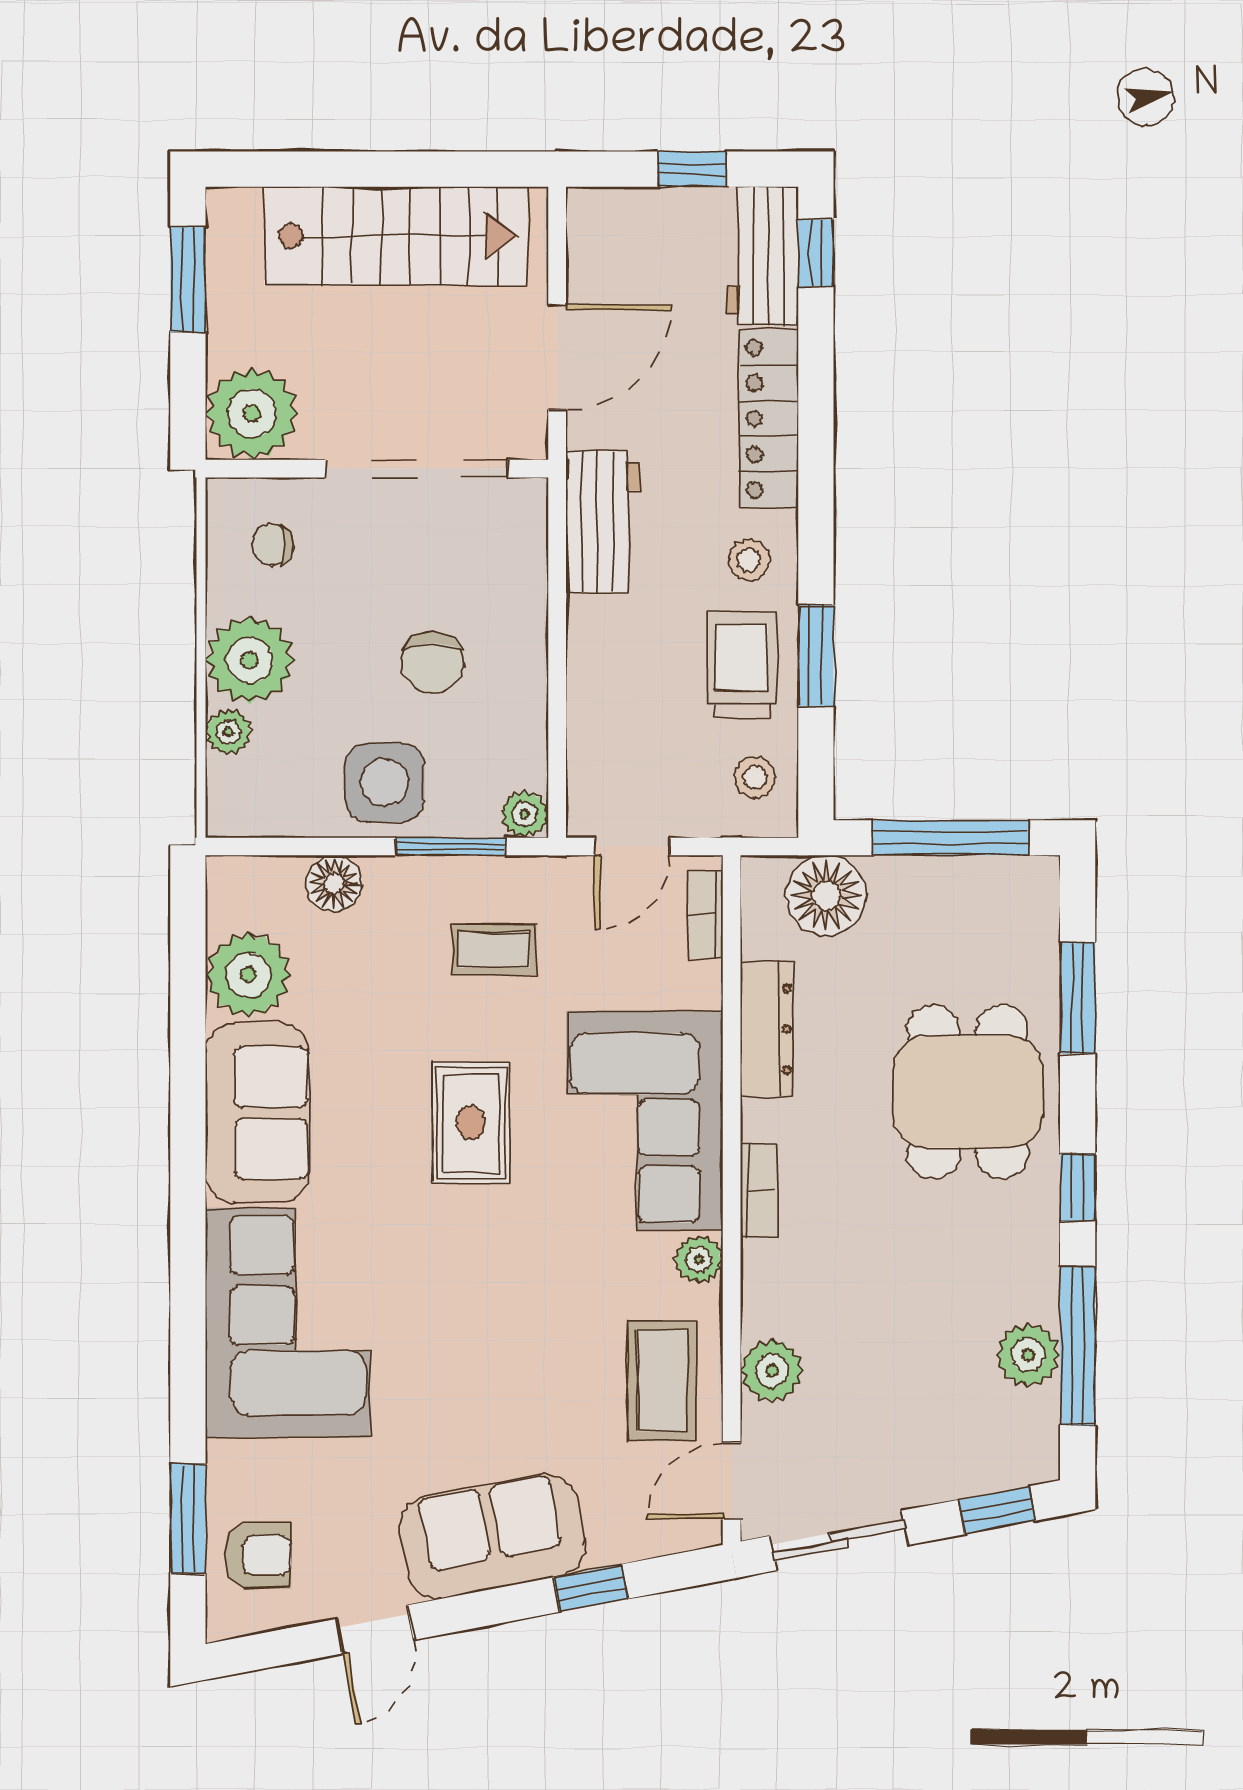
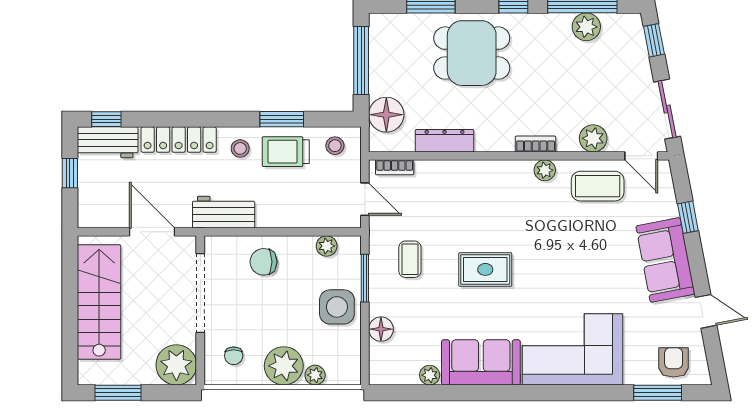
chair: (433, 662) -> (263, 262), moved, turned 180
plant: (525, 814) -> (327, 246), moved
plant: (248, 975) -> (430, 375), width x0.53, depth x0.53
corner sofa: (645, 1121) -> (484, 194), removed
bookcase: (759, 1191) -> (536, 144), moved

